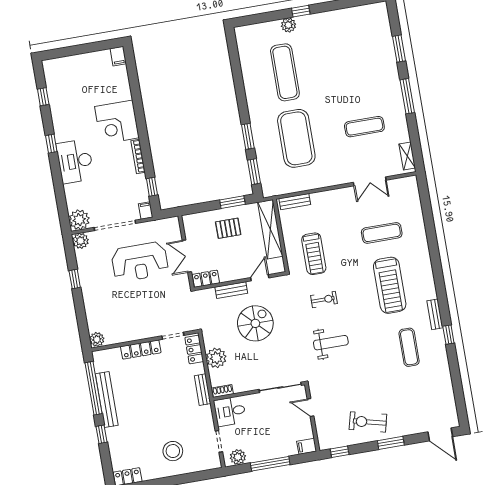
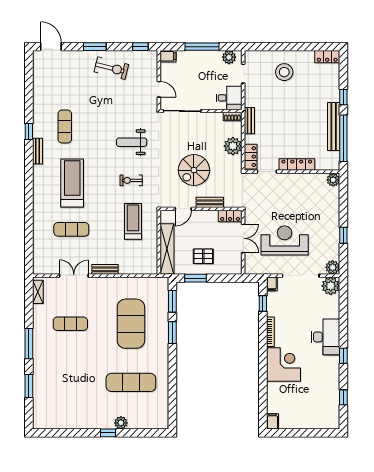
exercise mat: (285, 72) -> (131, 382), turned 90
bench: (295, 202) -> (105, 269), moved

